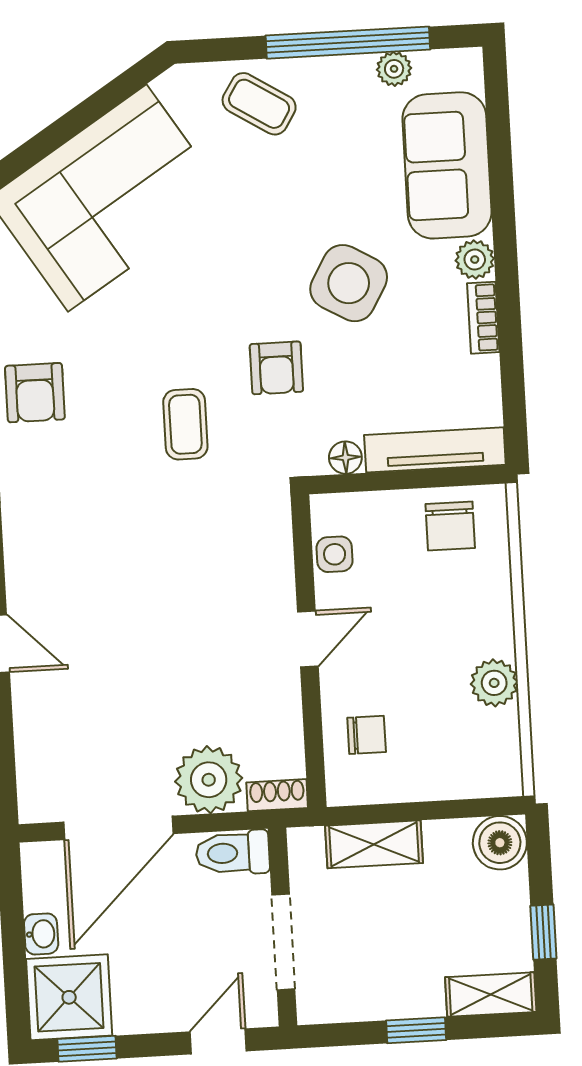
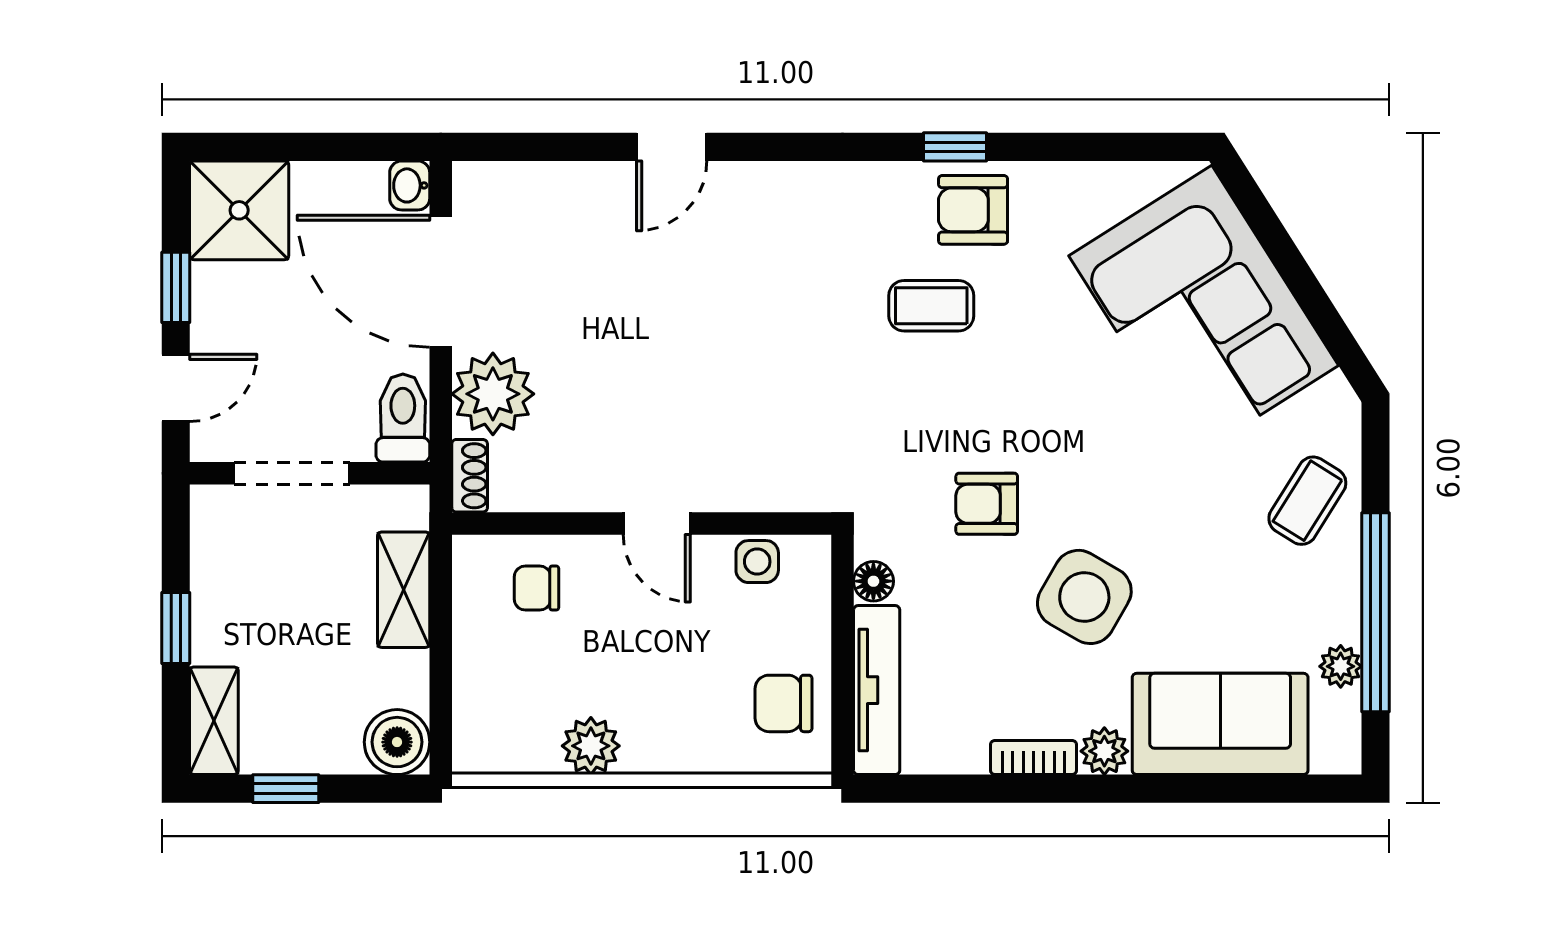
coffee table: (185, 424) -> (931, 306), moved
chair: (367, 735) -> (537, 588), turned 90
washbasin: (41, 934) -> (410, 185), moved, turned 90
door: (218, 1041) -> (176, 388), hinge flipped
window: (87, 1049) -> (176, 287), moved

